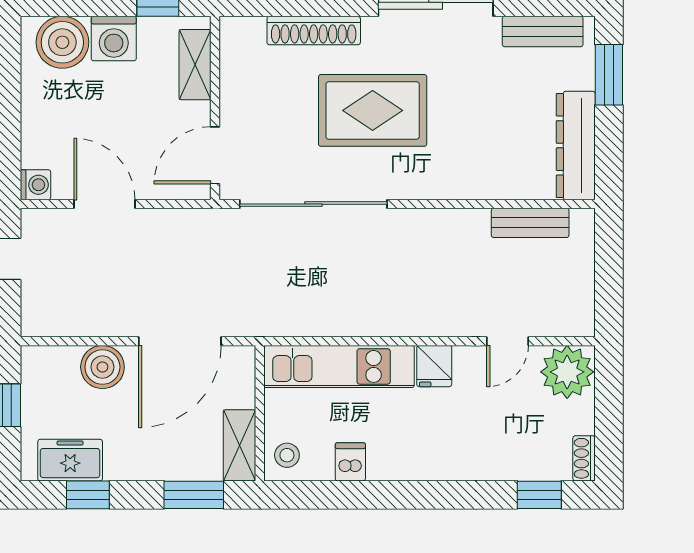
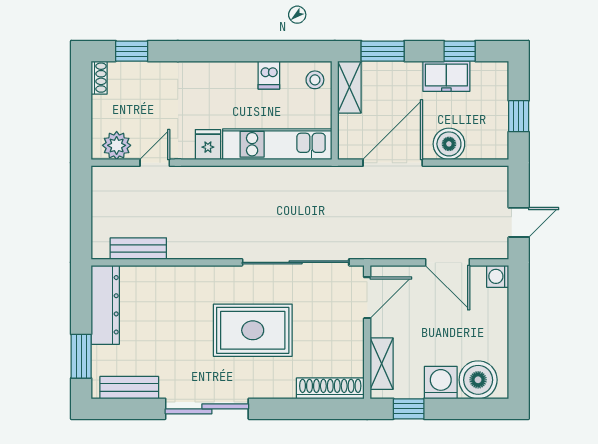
shoe rack: (314, 30) -> (330, 388), moved
plant: (567, 372) -> (117, 145), width x0.73, depth x0.73
freezer: (70, 460) -> (446, 76), moved

